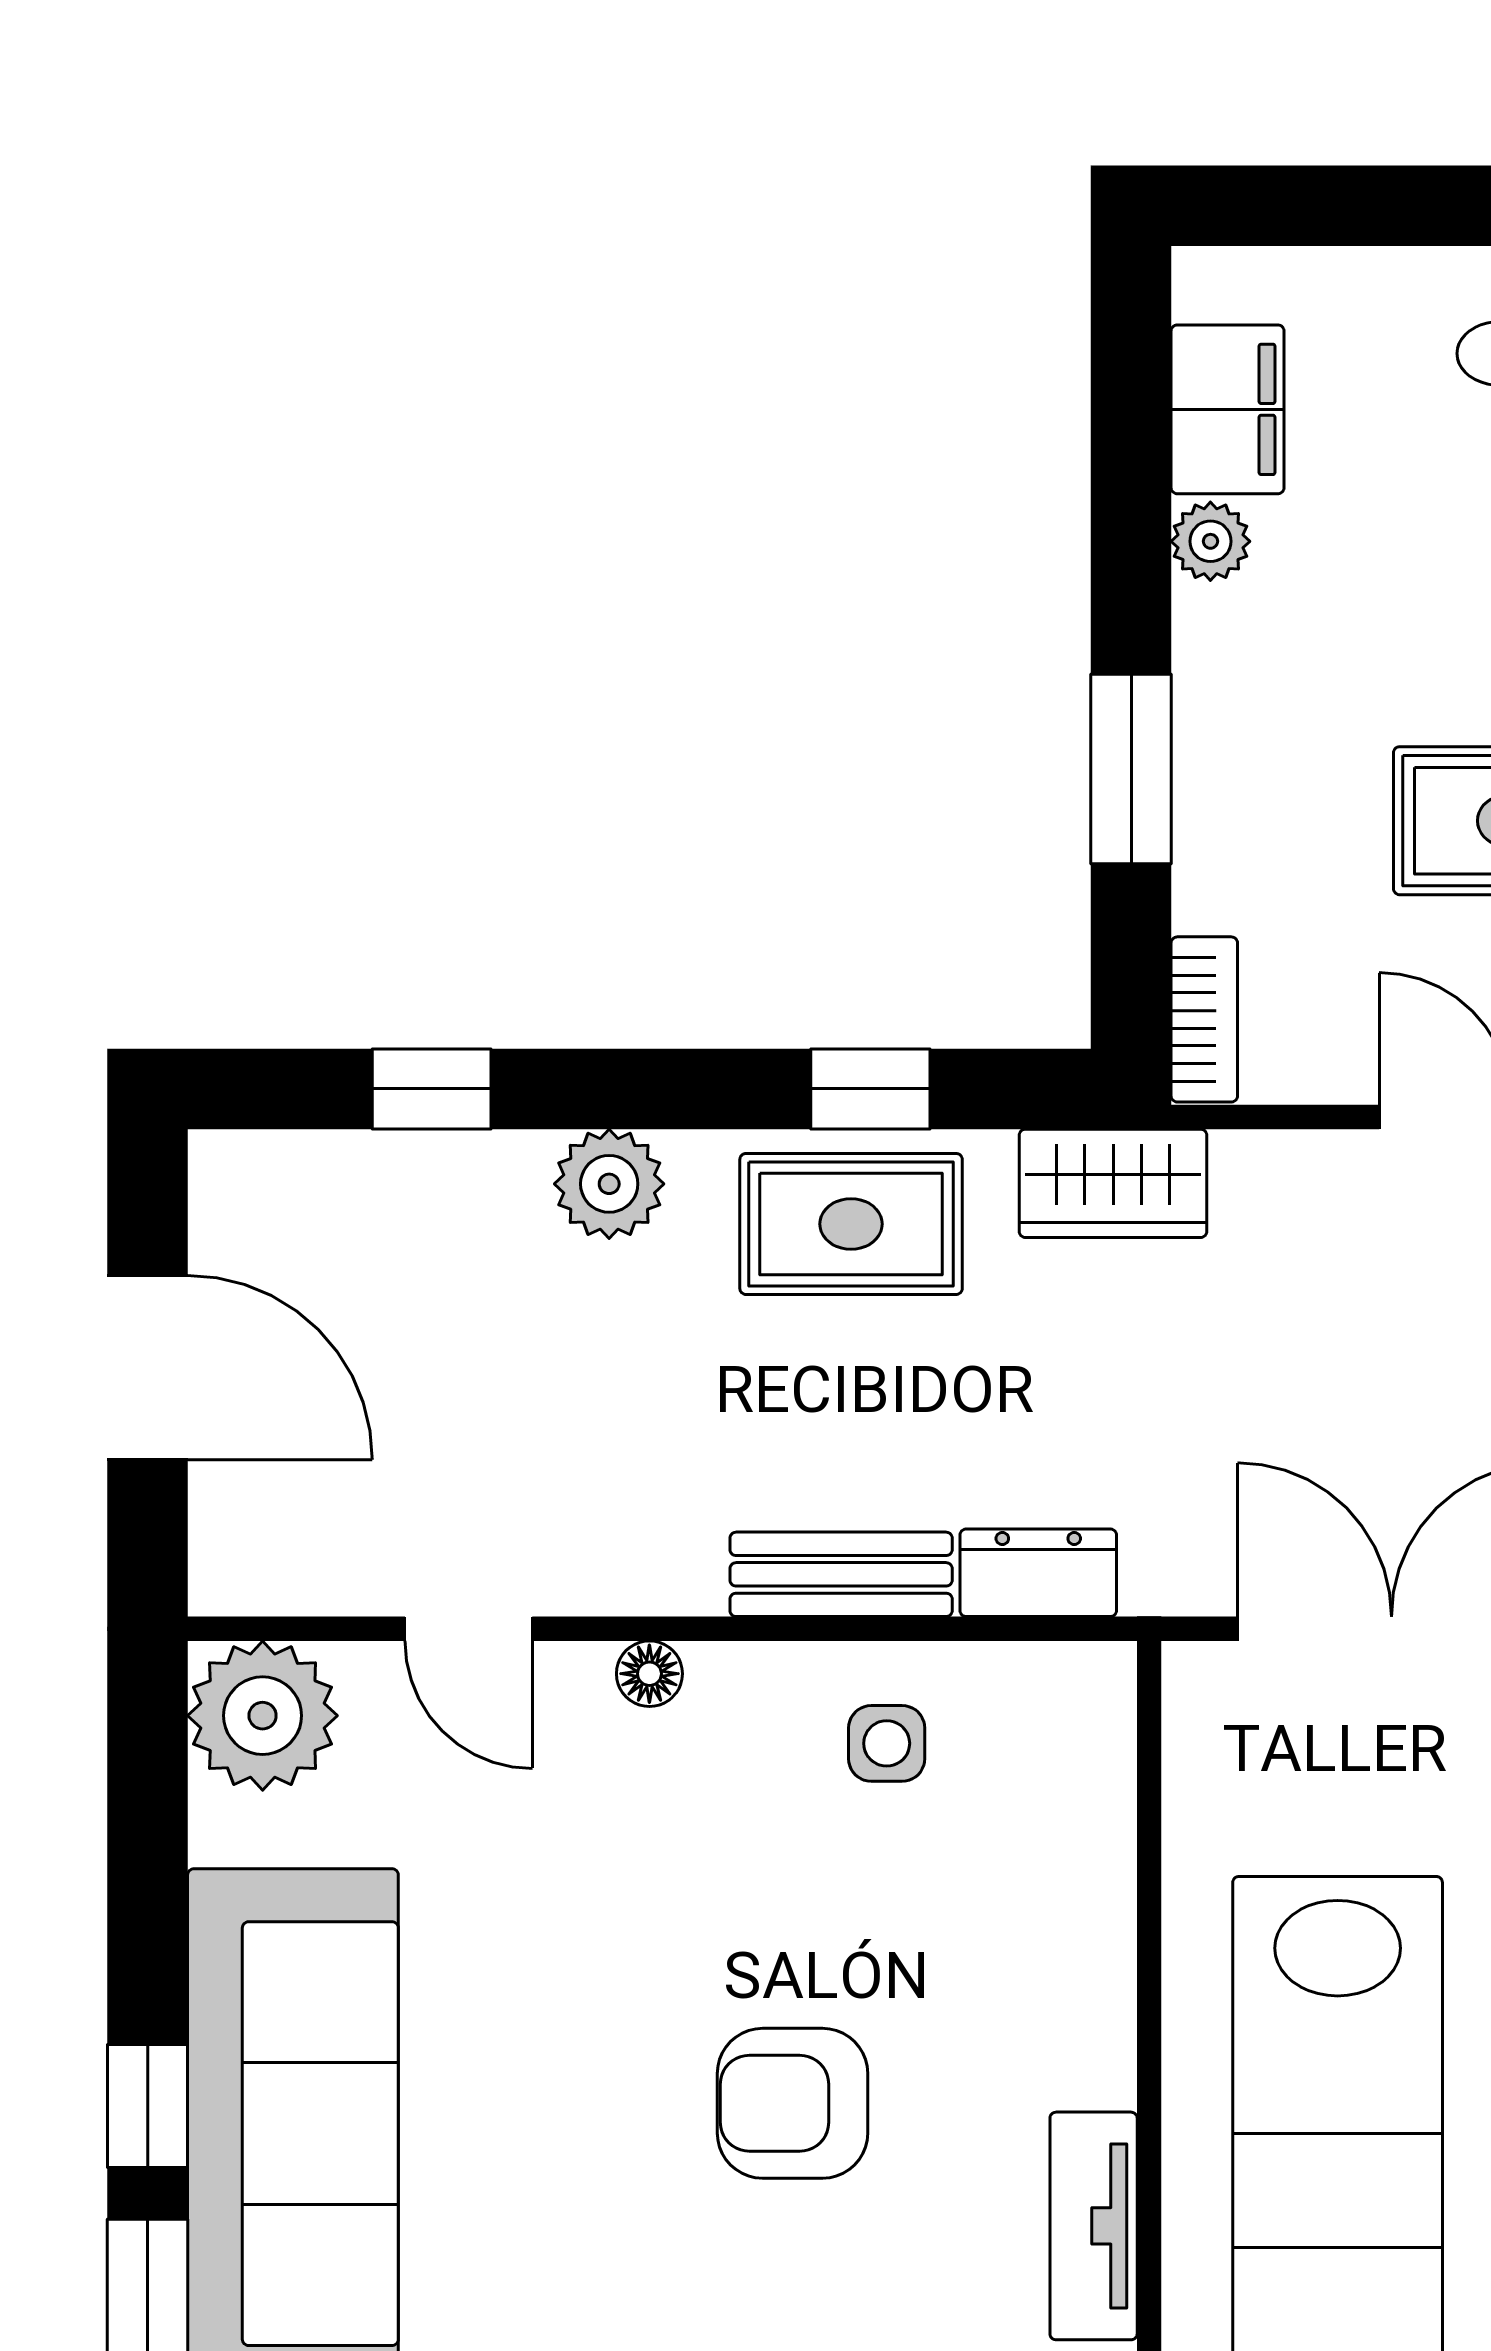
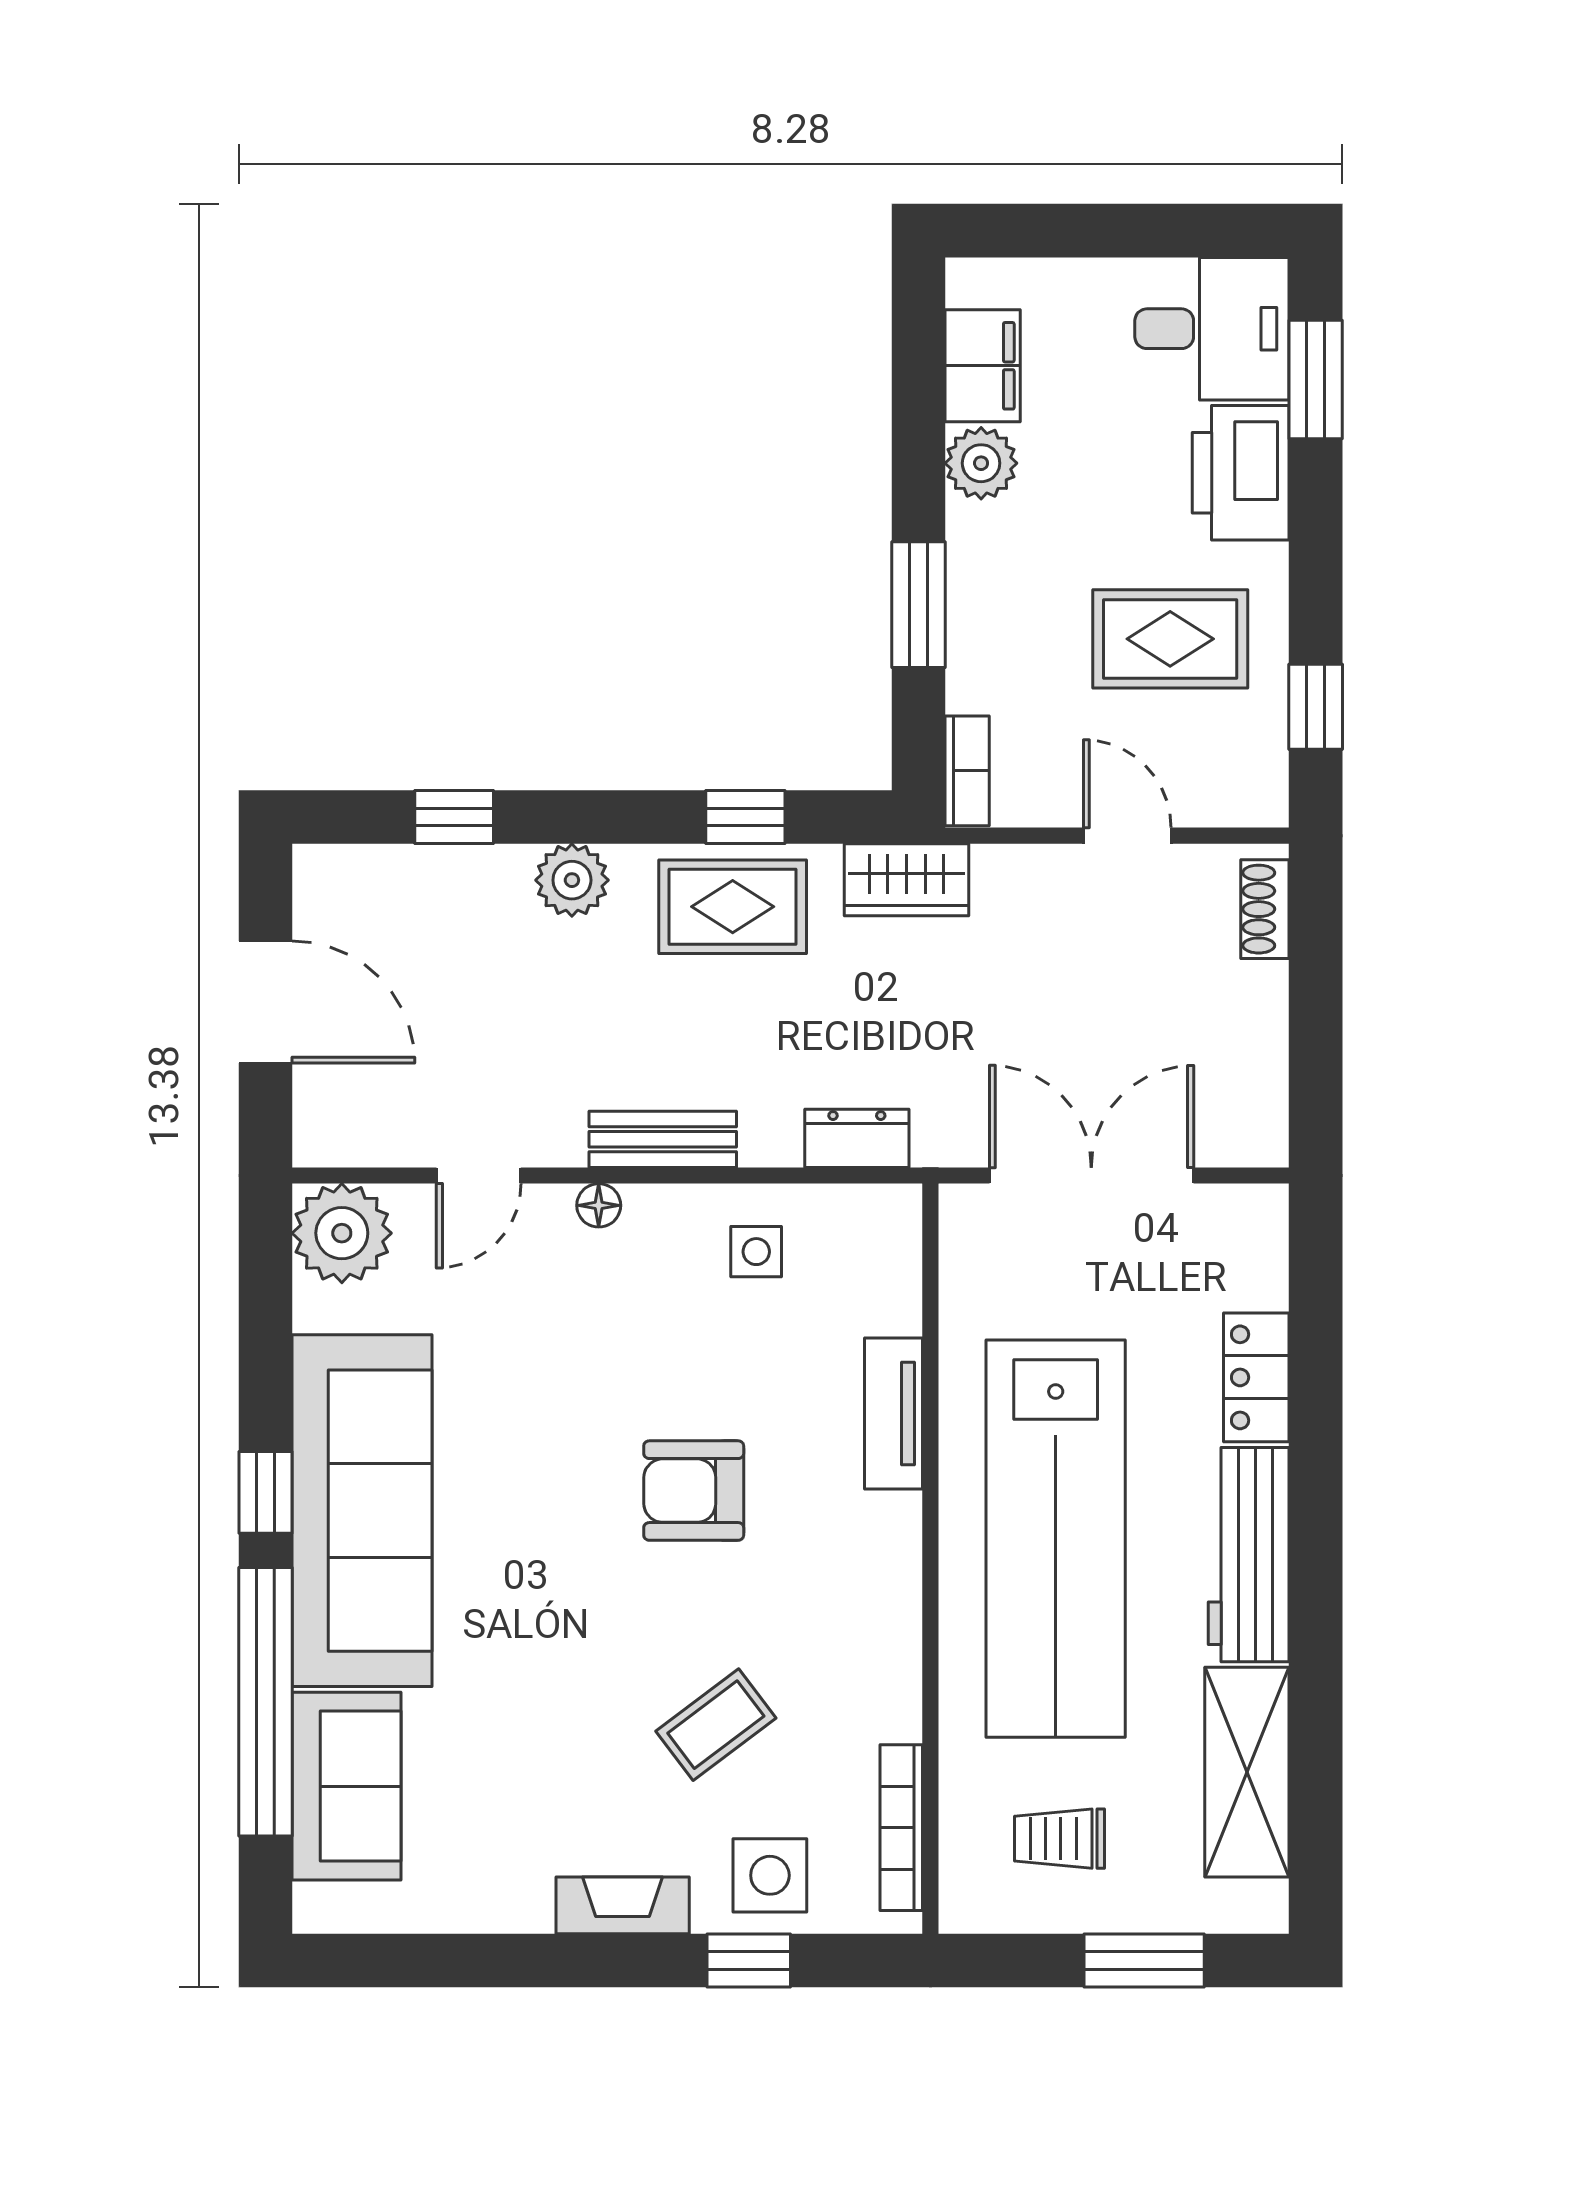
plant: (1210, 541) -> (981, 463), width x1.38, depth x1.38
bench: (841, 1574) -> (663, 1139), moved
door: (469, 1629) -> (479, 1175), hinge flipped
tv unit: (1094, 2226) -> (894, 1414), moved

